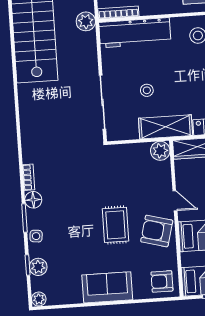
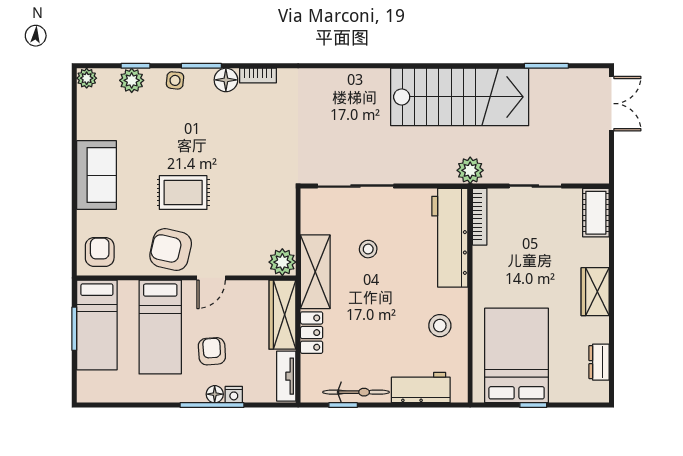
armchair: (157, 231) -> (171, 250), turned -92

